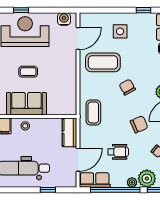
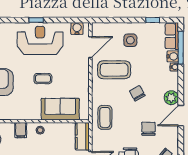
sofa: (26, 104) -> (60, 109), moved
chair: (139, 124) -> (148, 129), turned -67

